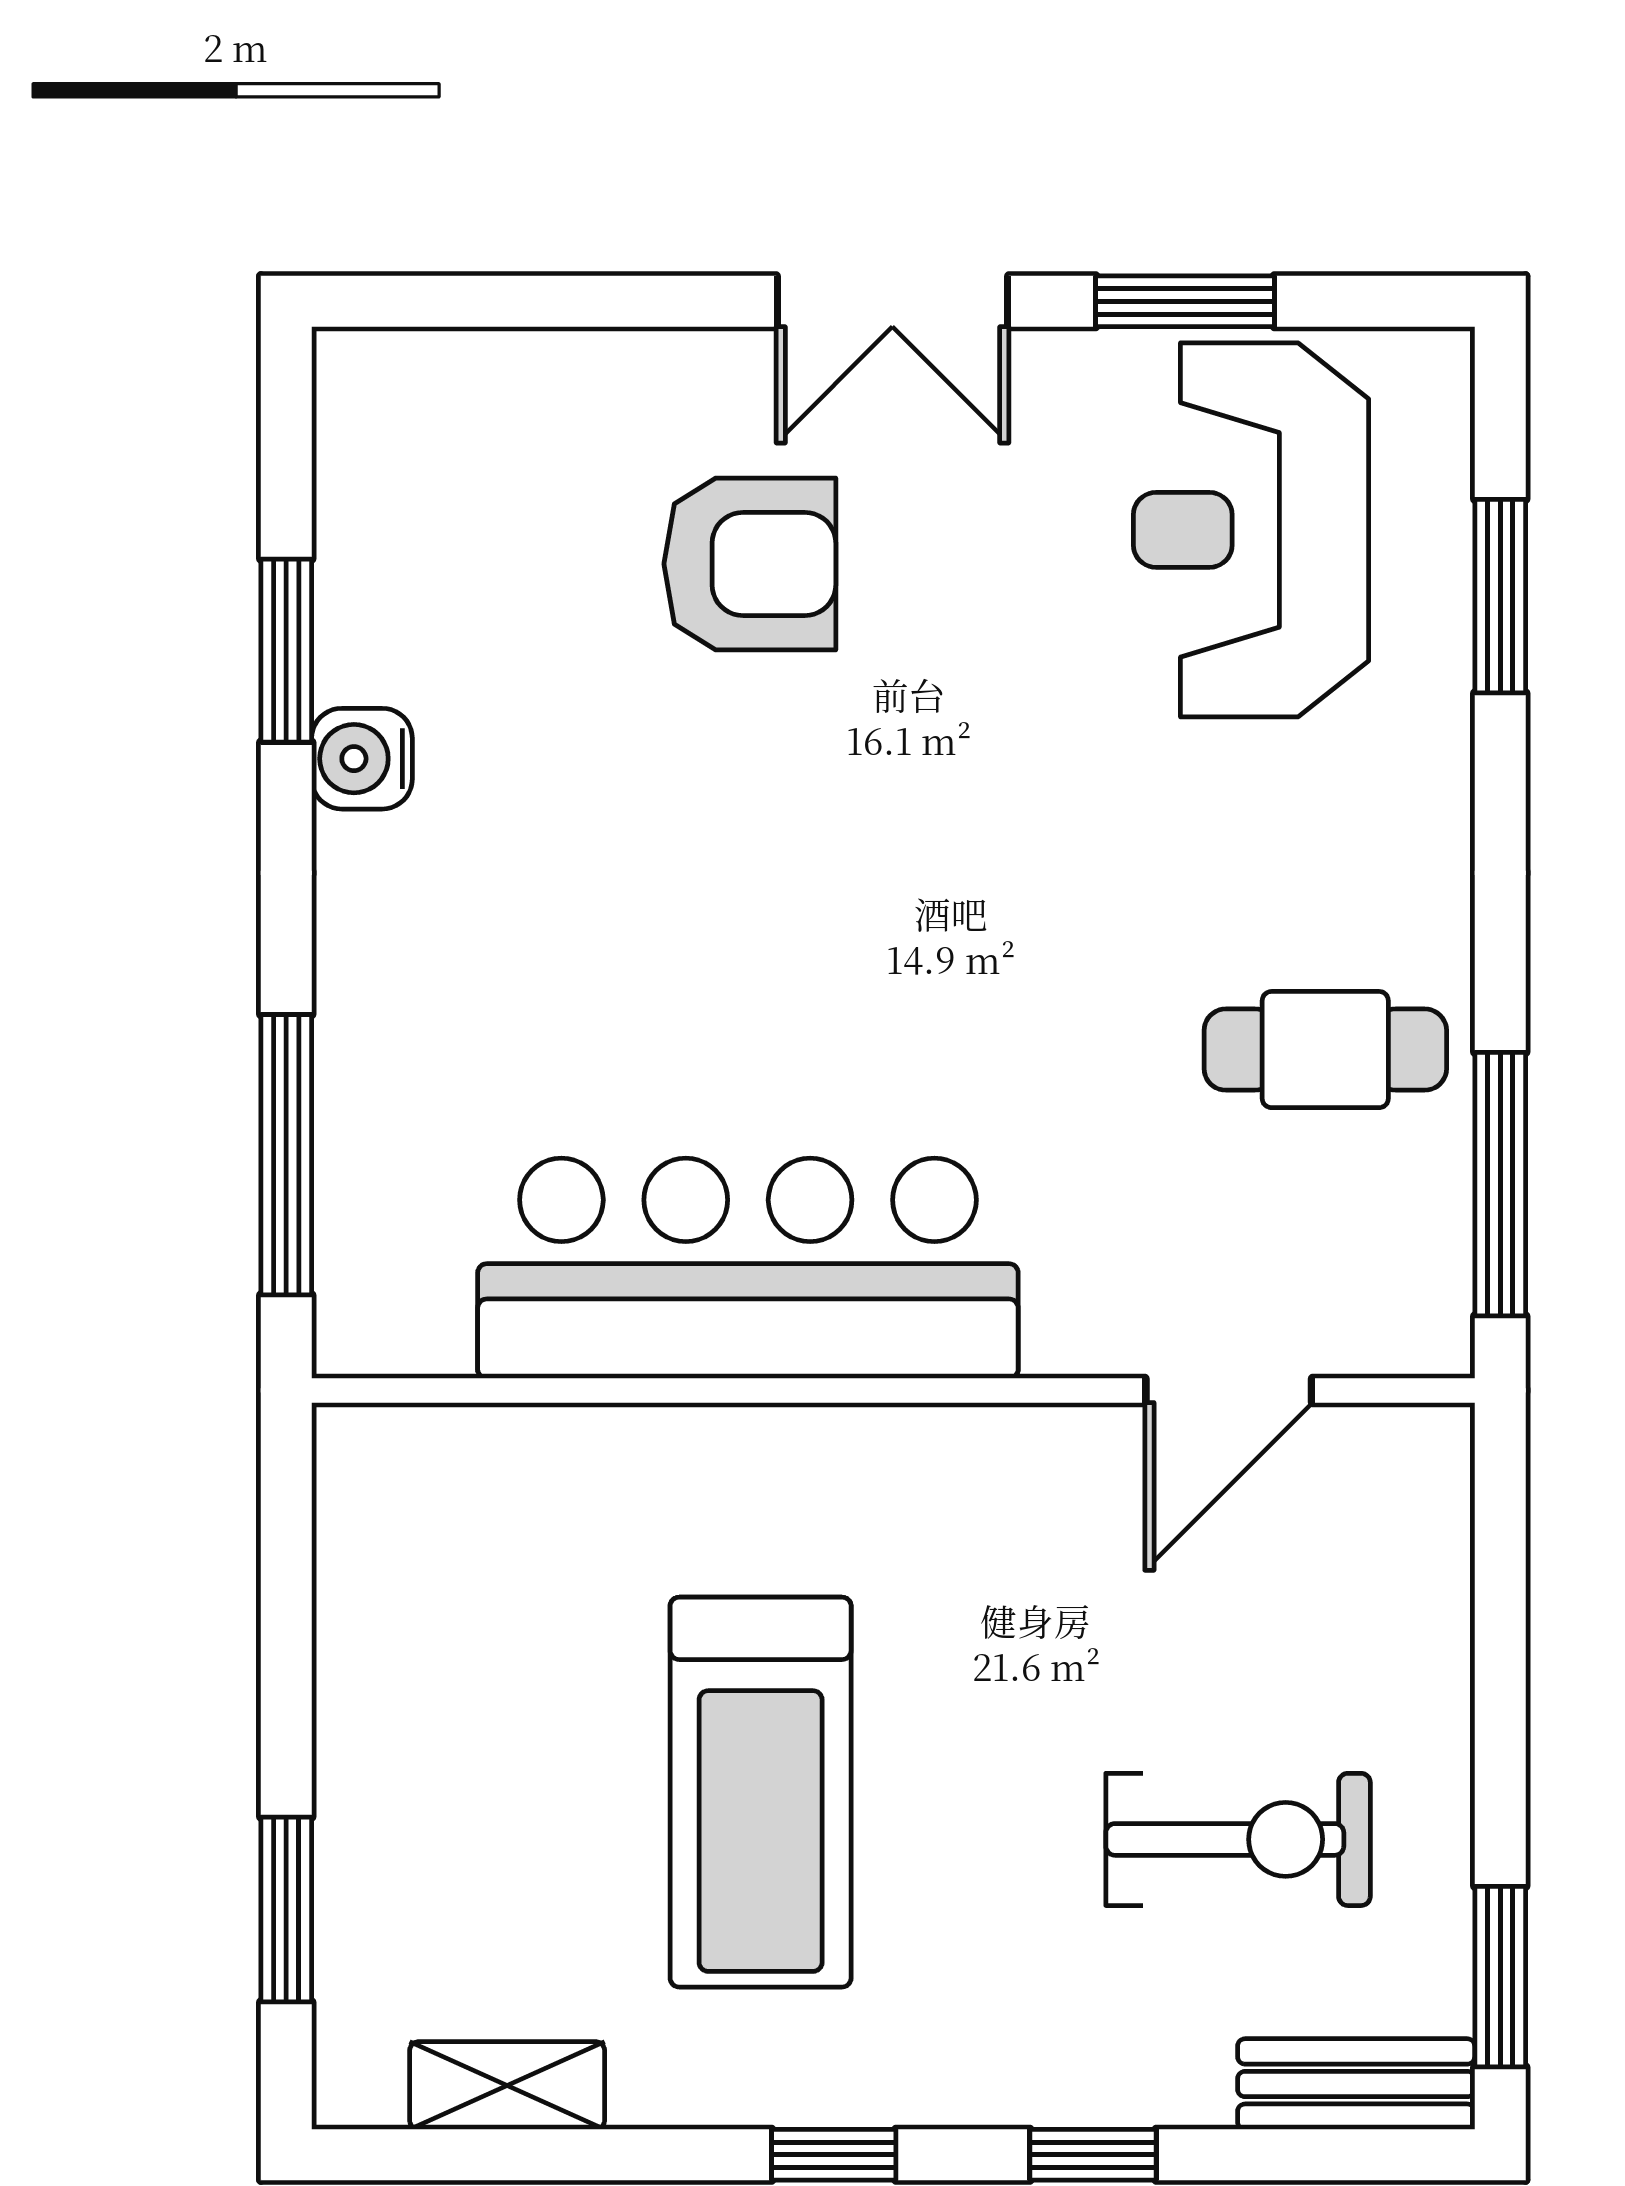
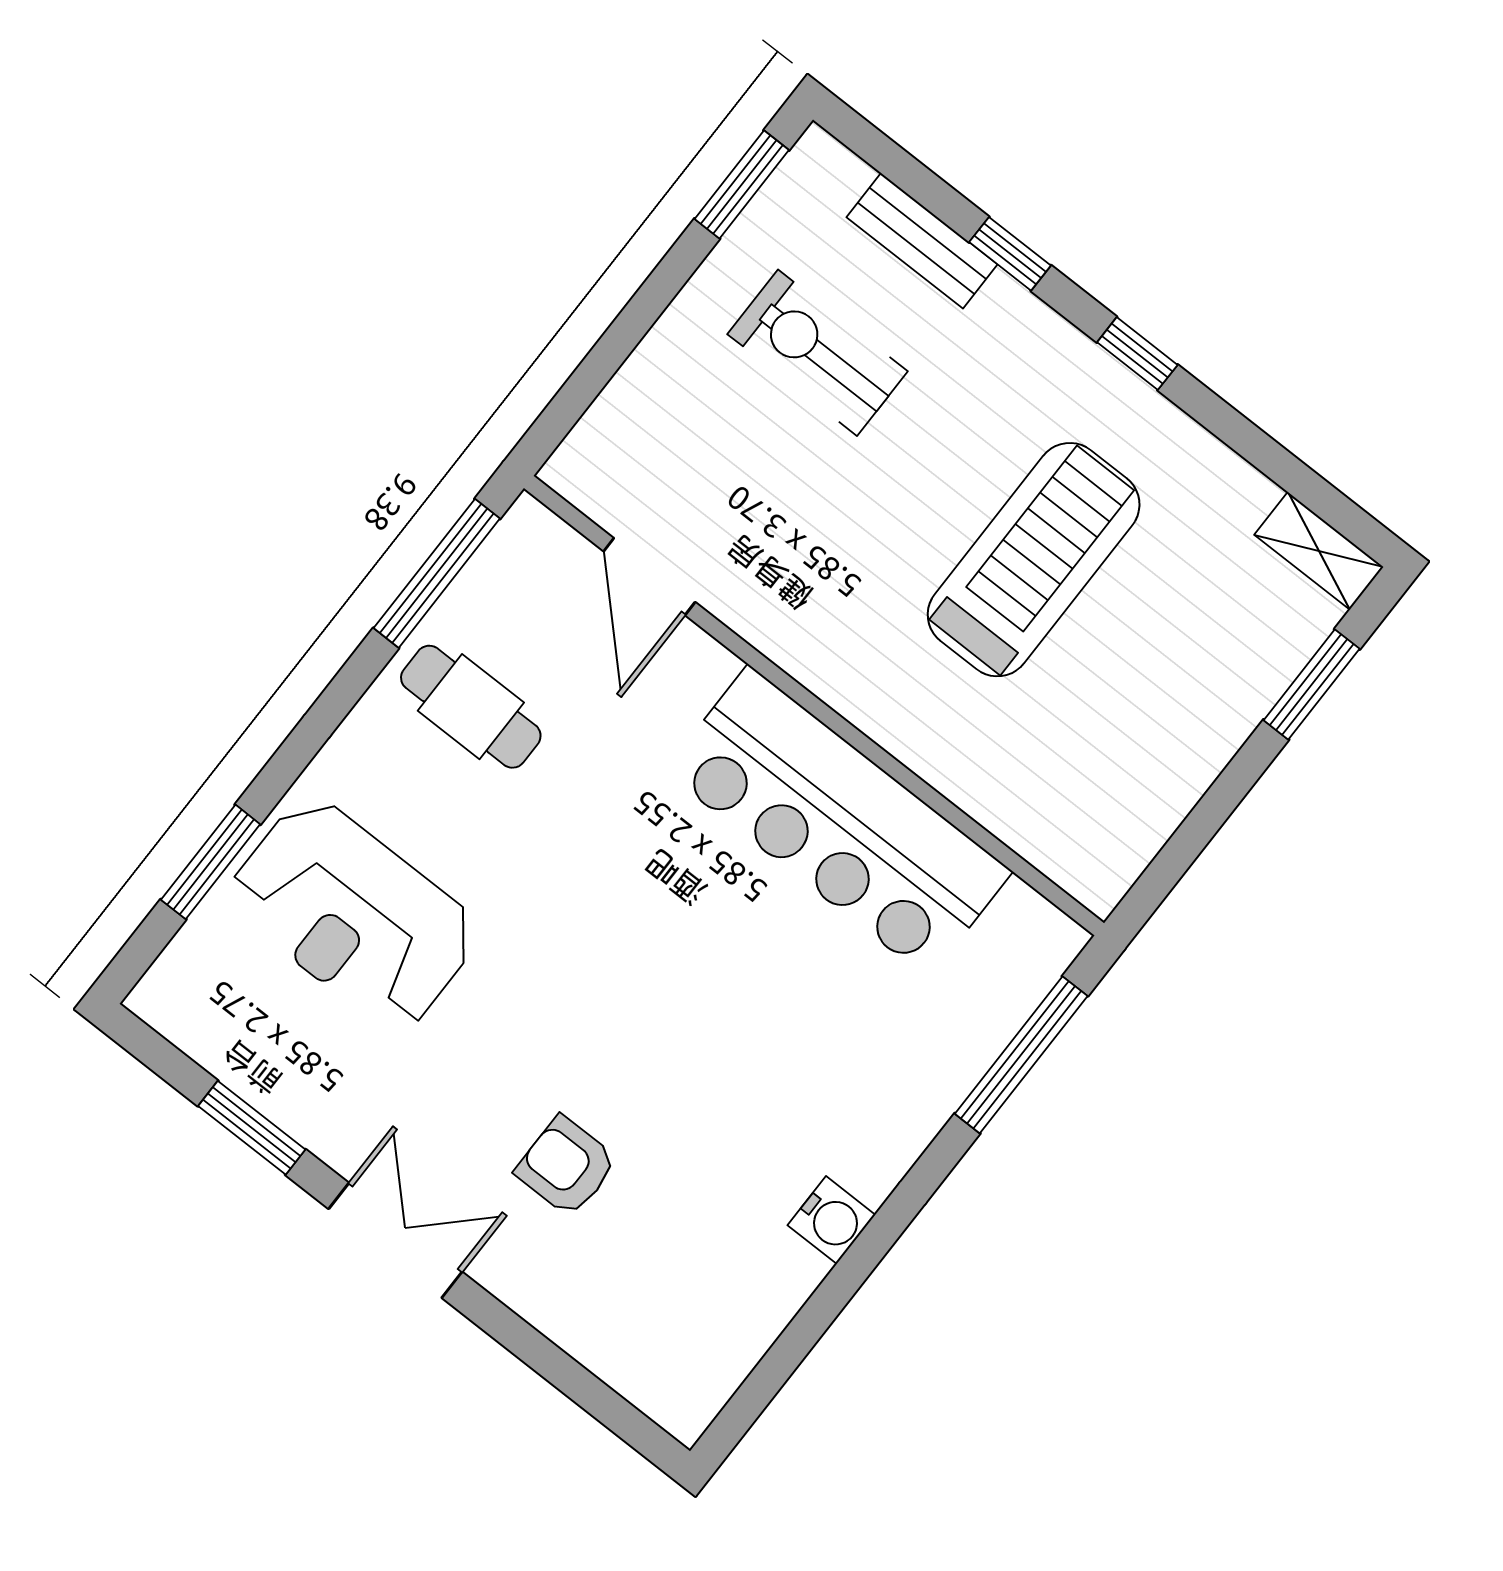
reception desk: (1251, 530) -> (353, 914), moved, turned 90
armchair: (750, 564) -> (566, 1166), width x0.72, depth x0.72
window: (286, 651) -> (827, 1302), removed
door: (1229, 1390) -> (649, 577), swing flipped
bench: (1356, 2084) -> (922, 241), moved
shelving: (507, 2085) -> (1319, 551), moved

